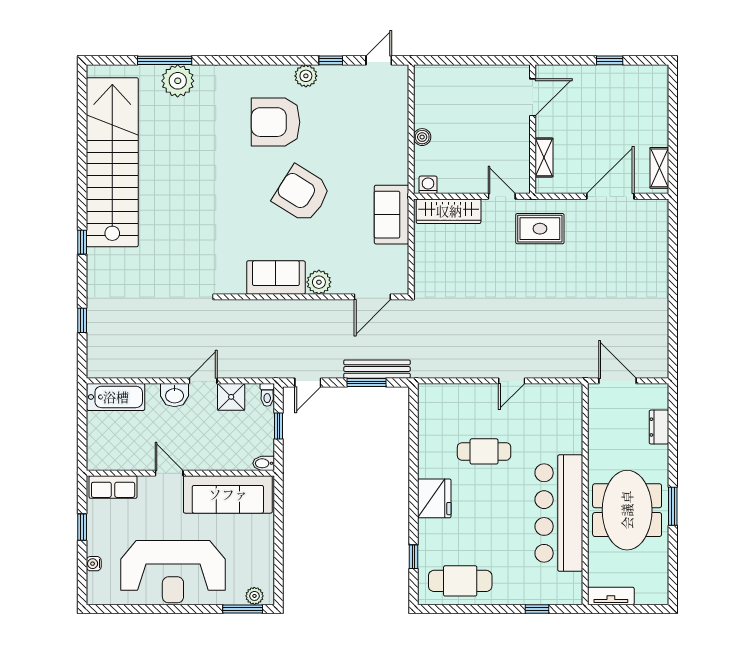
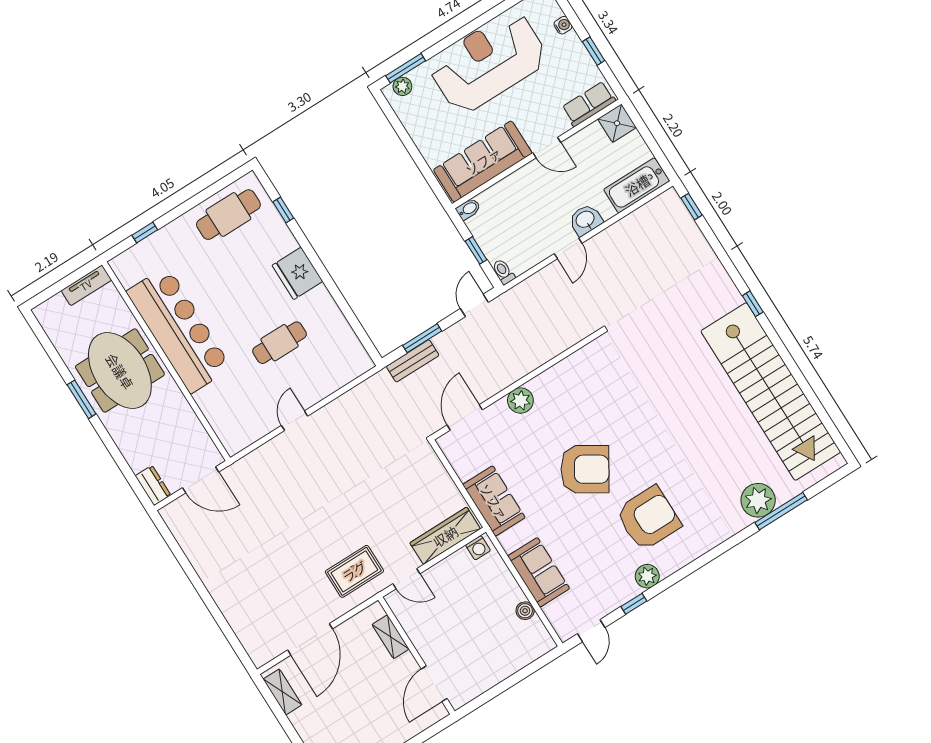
boiler: (422, 137) -> (525, 611), moved
sofa: (276, 278) -> (539, 572), moved, turned -90
window: (82, 320) -> (691, 207), moved
bench: (377, 369) -> (413, 361), width x0.73
shower: (231, 397) -> (617, 123), moved
dresser: (659, 427) -> (153, 486), moved

